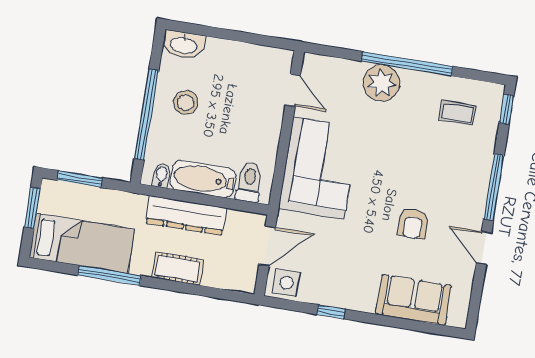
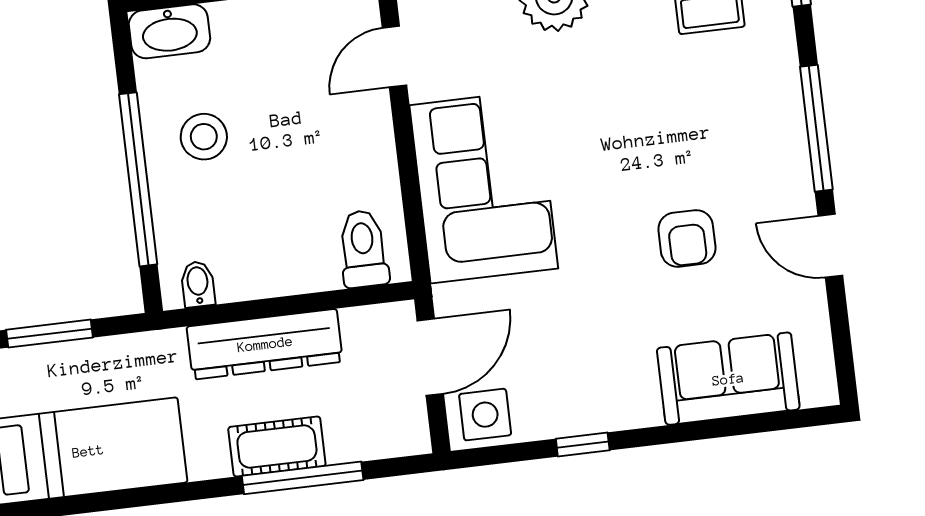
door: (293, 90) -> (394, 57), swing flipped
bathtub: (203, 179) -> (277, 268), removed
window: (110, 275) -> (303, 478), moved

